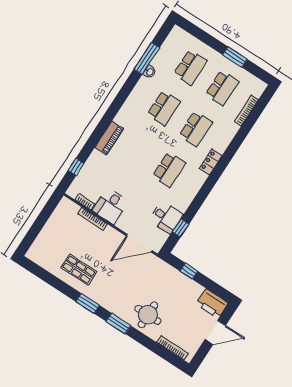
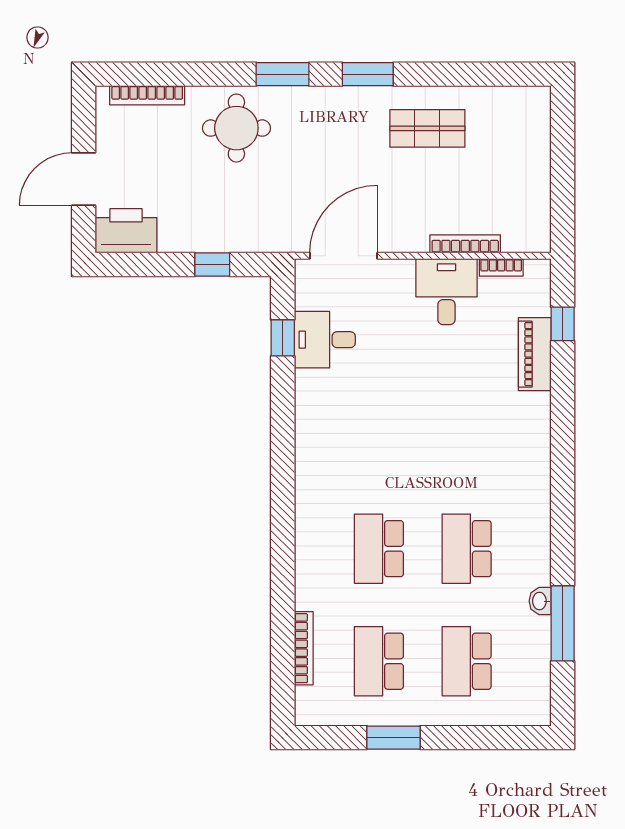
piano: (109, 138) -> (535, 354), moved
locker: (211, 162) -> (308, 504), removed
school desk: (169, 170) -> (379, 436), removed

